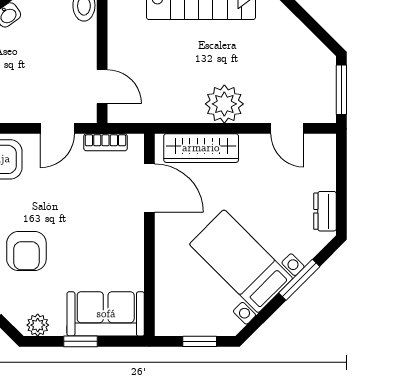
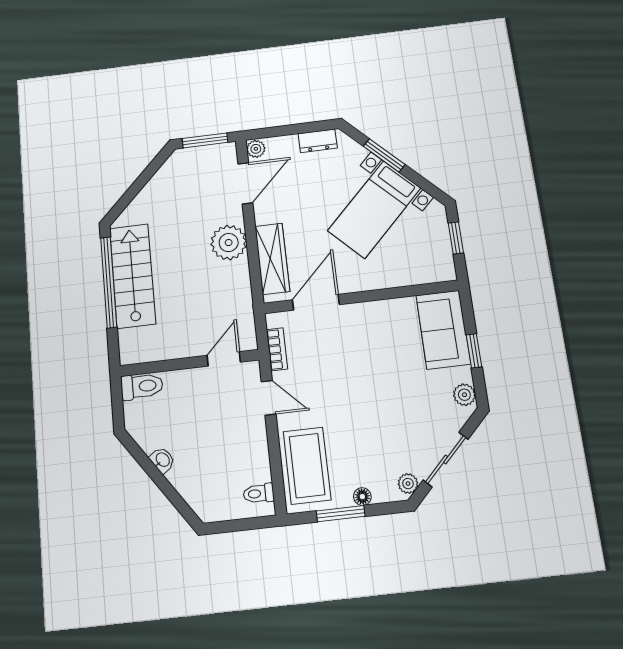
door: (287, 128) -> (245, 183), width x1.38
plant: (325, 144) -> (256, 149), added
armchair: (26, 251) -> (393, 414), removed

